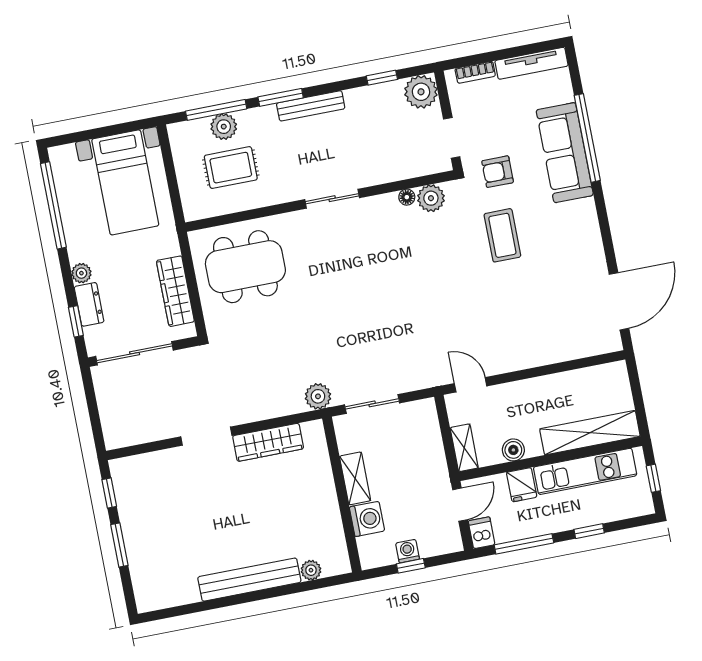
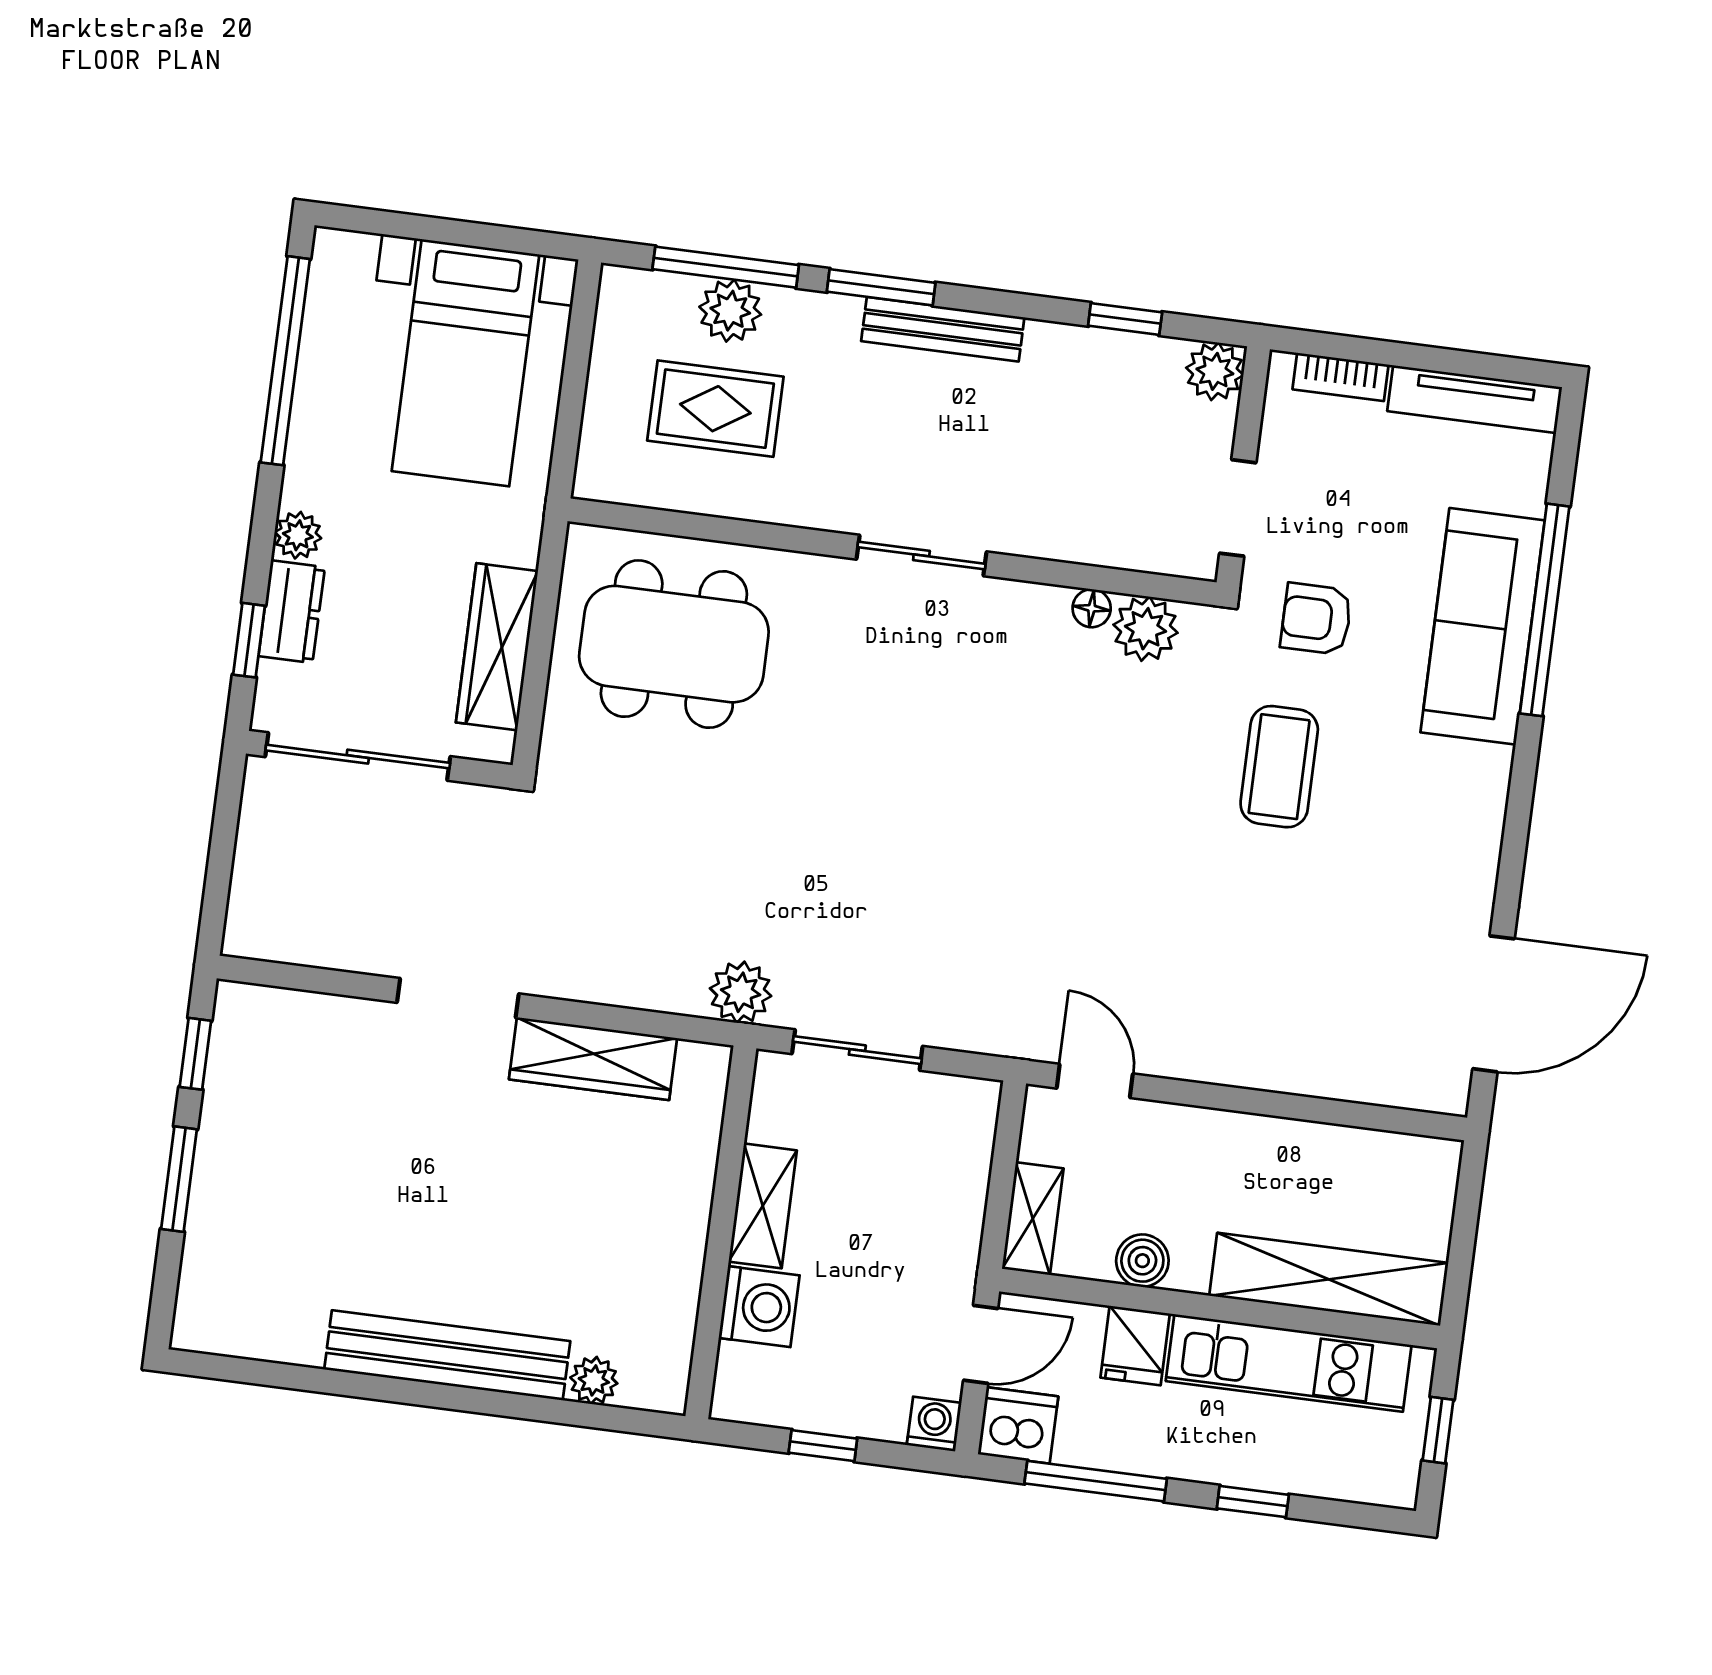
plant: (421, 92) -> (1215, 371), width x0.73, depth x0.73
dishwasher: (482, 533) -> (1018, 1425), width x1.38
washing machine: (407, 551) -> (934, 1424), moved

